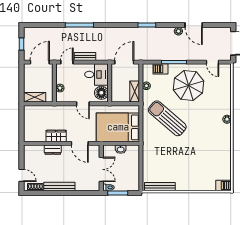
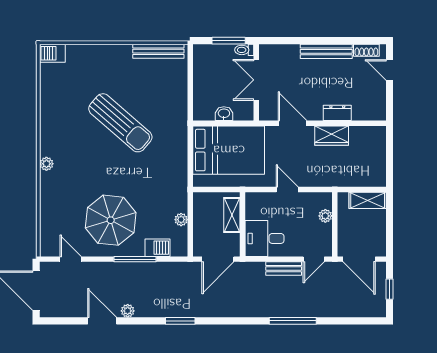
door: (40, 62) -> (359, 259), hinge flipped
shelving: (135, 92) -> (232, 215), moved
floor lamp: (101, 93) -> (256, 208), removed
sun lounger: (167, 118) -> (120, 123), moved

